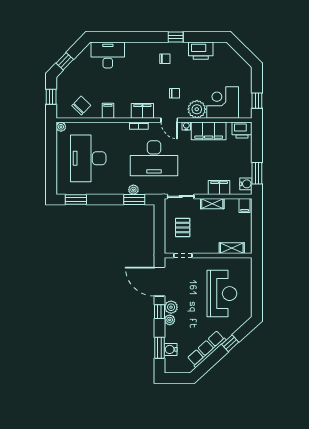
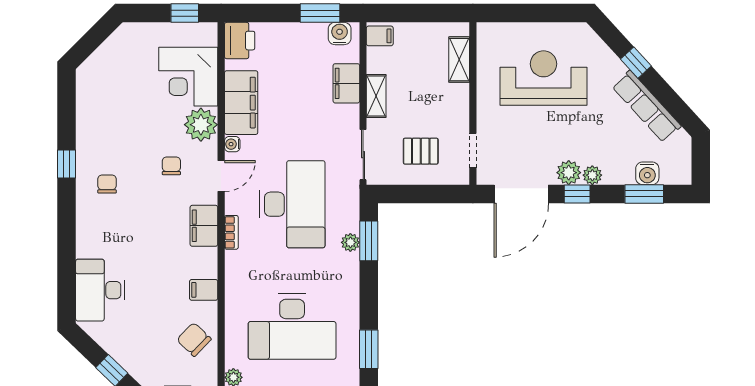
printer: (201, 51) -> (92, 117), removed

